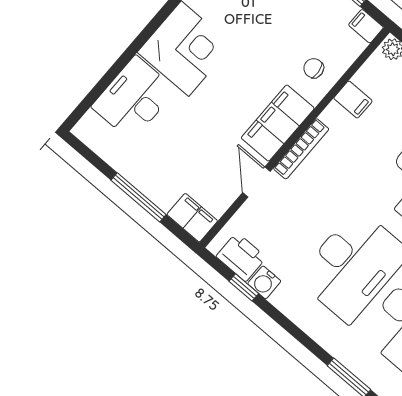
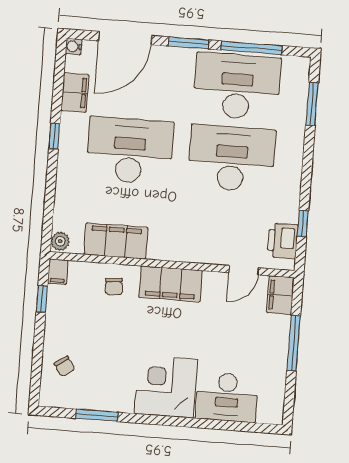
filing cabinet: (353, 100) -> (116, 241), width x3.00, depth x1.17
bookcase: (301, 149) -> (177, 254), removed
door: (256, 182) -> (244, 270), moved
water cooler: (264, 282) -> (289, 212), removed

